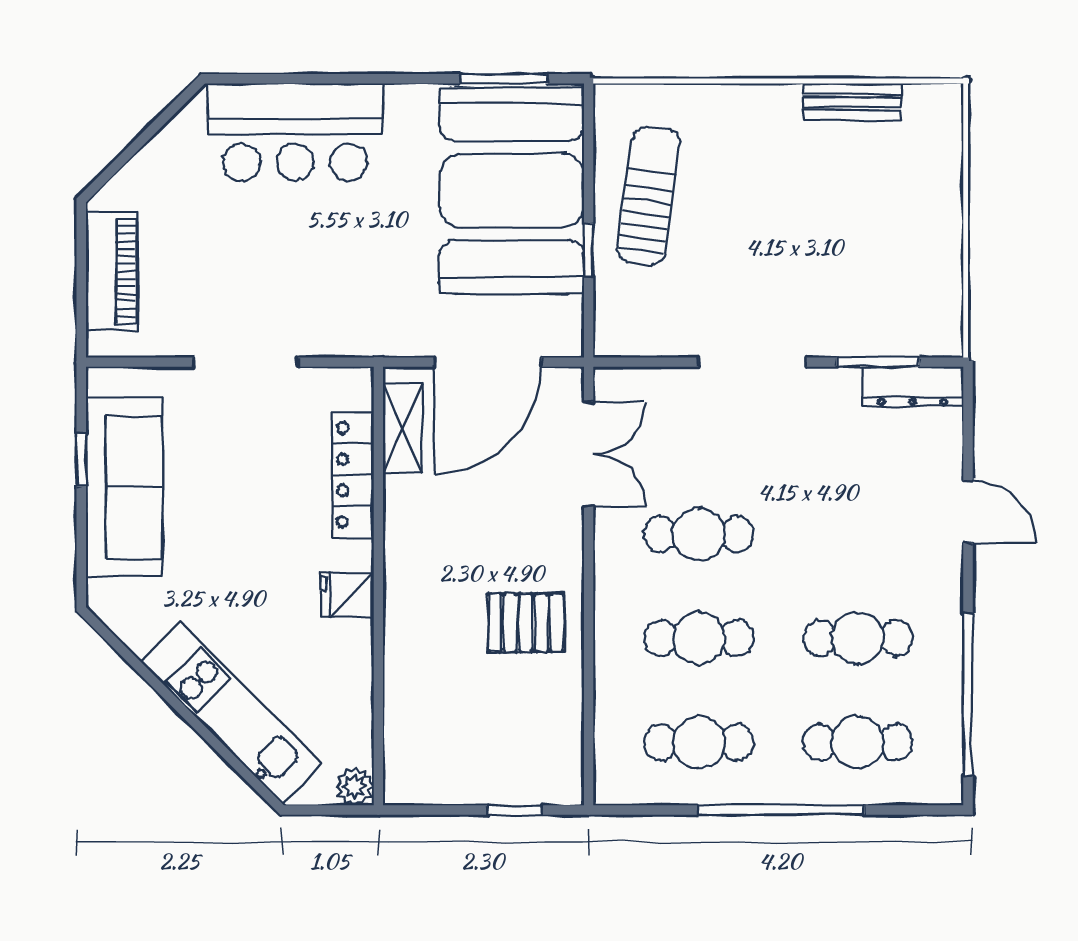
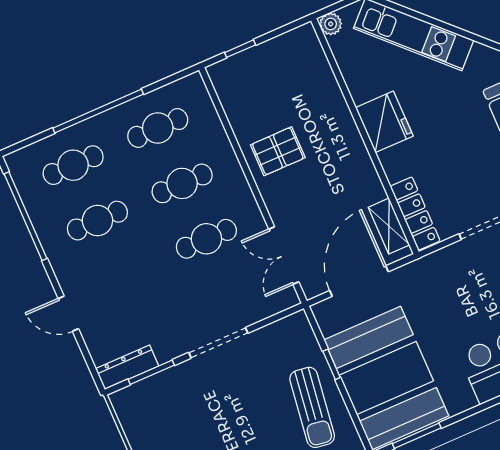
locker: (353, 475) -> (415, 214), moved
fridge: (347, 595) -> (384, 122), width x1.88, depth x1.34

